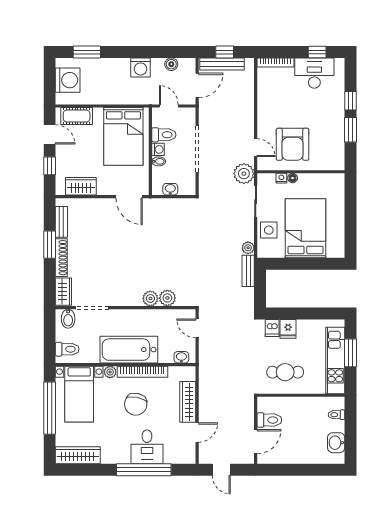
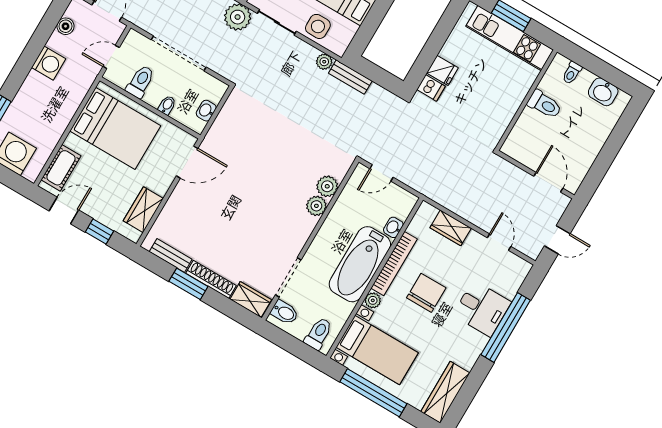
washing machine: (158, 149) -> (153, 98), removed
washbasin: (181, 357) -> (393, 227), moved
cafe table: (285, 372) -> (490, 103), removed
wardrobe: (188, 402) -> (451, 228), width x0.67
chair: (136, 404) -> (426, 293), turned -101
toilet: (269, 420) -> (545, 104), moved, turned 90

